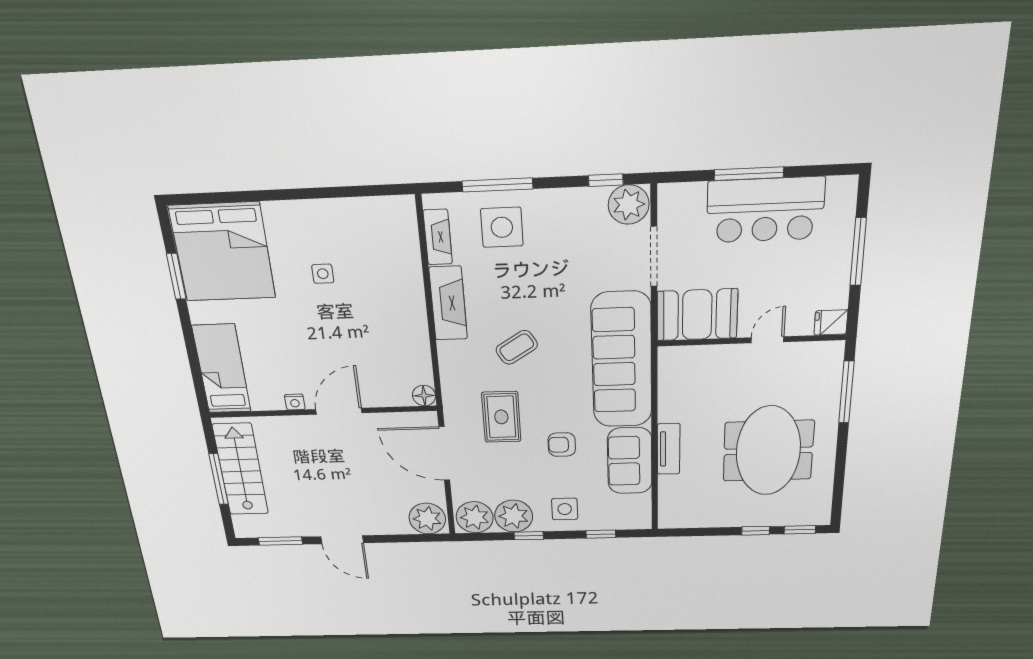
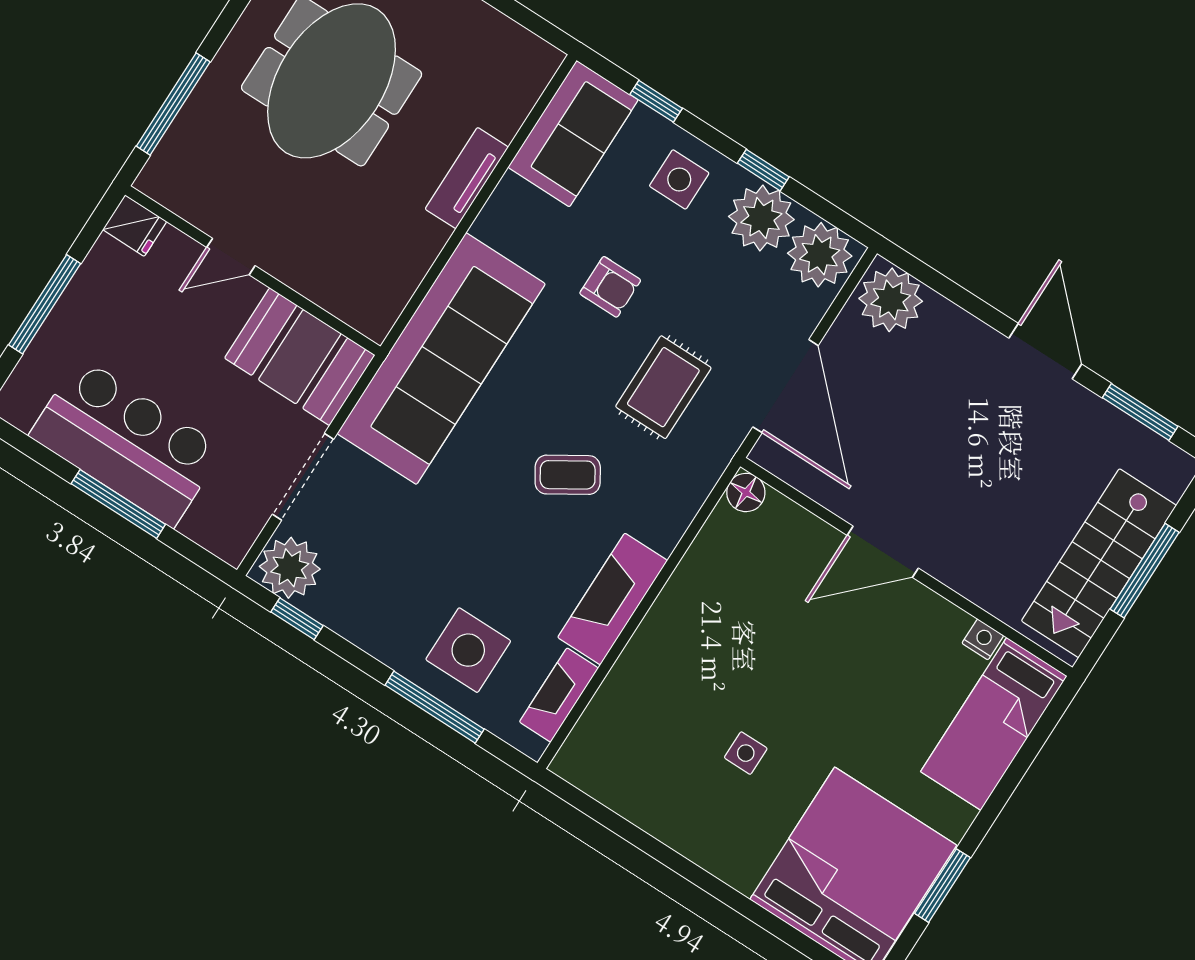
nightstand: (295, 402) -> (983, 639), moved
sofa: (630, 461) -> (573, 134), moved

